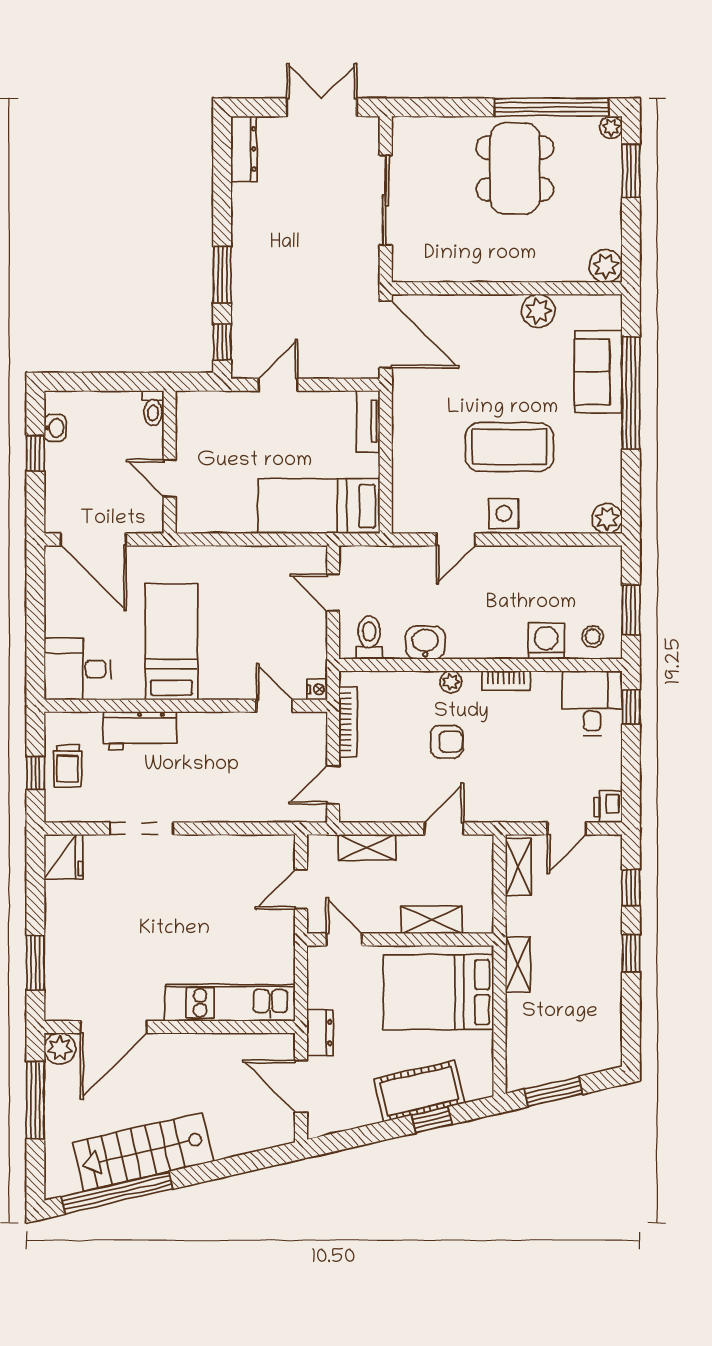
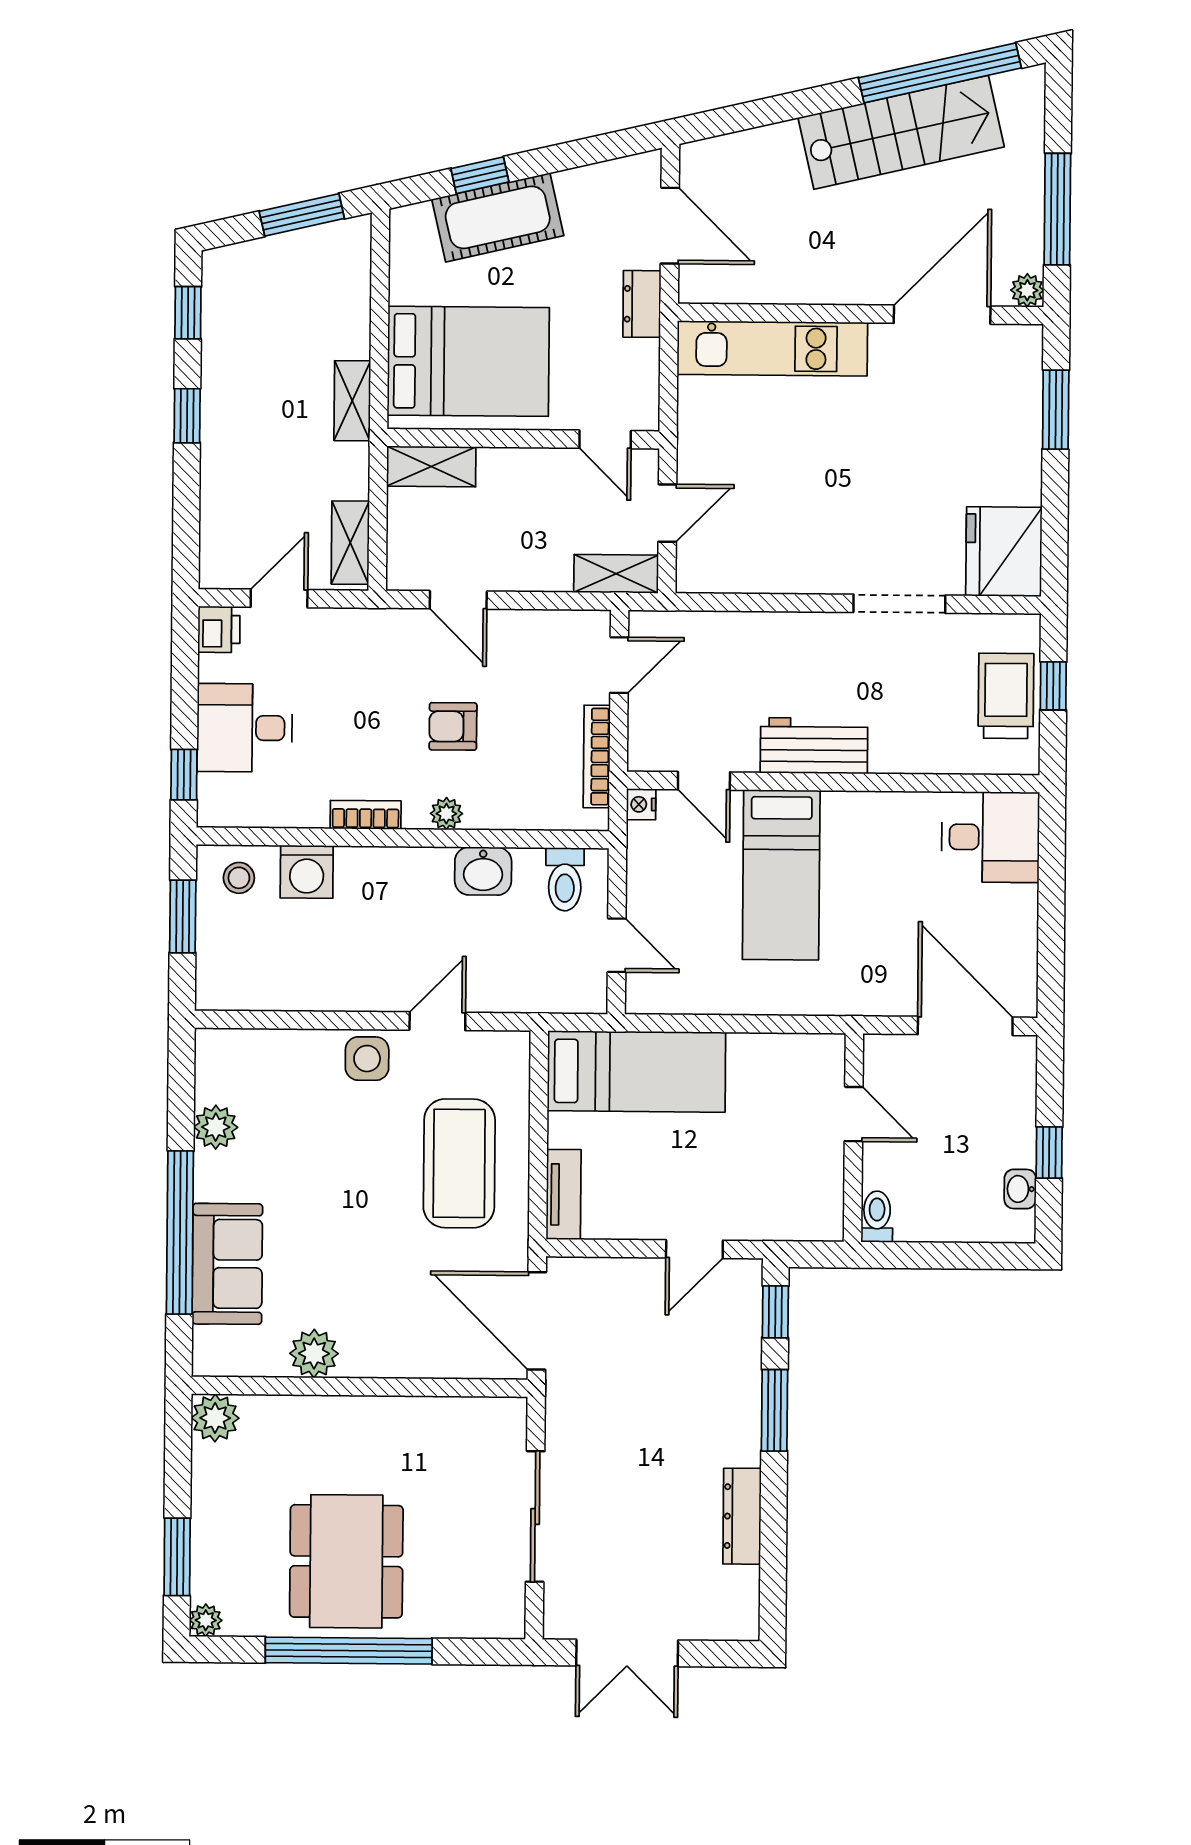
window: (552, 107) -> (349, 1651), moved
dresser: (244, 149) -> (742, 1516), moved
coffee table: (510, 447) -> (459, 1163), moved, turned 90
plant: (607, 518) -> (216, 1127), moved
bed: (171, 642) -> (781, 875), moved
desk: (592, 703) -> (245, 728), moved, turned 90
workbench: (140, 731) -> (814, 746), moved
trolley: (68, 766) -> (1006, 696), width x1.36, depth x1.39
door: (444, 828) -> (458, 600), hinge flipped
shelving: (367, 847) -> (616, 574), moved
fridge: (63, 857) -> (1004, 552), width x1.36, depth x1.34
window: (631, 887) -> (188, 313), moved
shelving: (432, 920) -> (431, 466), moved
plant: (60, 1049) -> (1027, 290), width x0.73, depth x0.73

